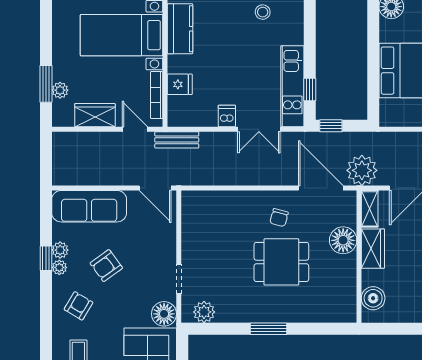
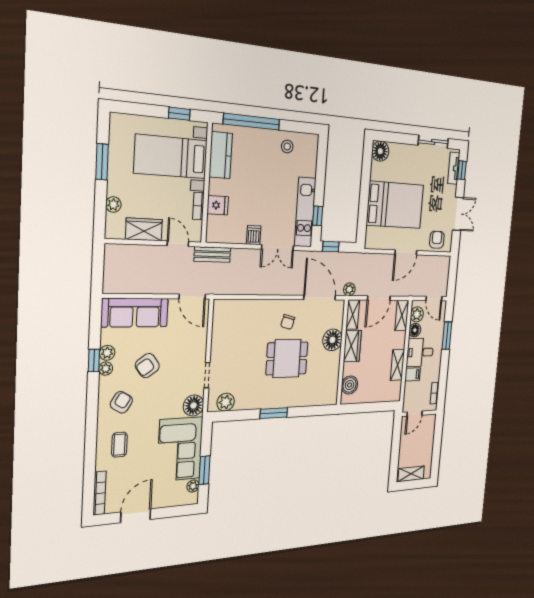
window: (46, 84) -> (102, 162), moved
bookcase: (157, 95) -> (198, 206), width x0.64
plant: (362, 170) -> (349, 289), width x0.53, depth x0.53

